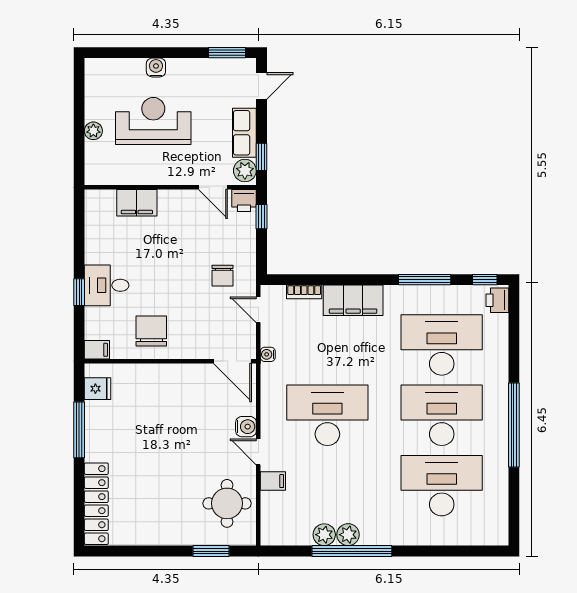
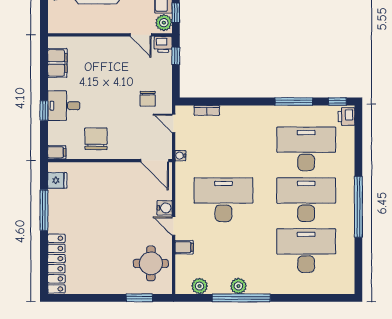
filing cabinet: (137, 203) -> (57, 63), moved, turned -90
filing cabinet: (353, 300) -> (242, 117), removed
plant: (324, 535) -> (200, 286), moved

